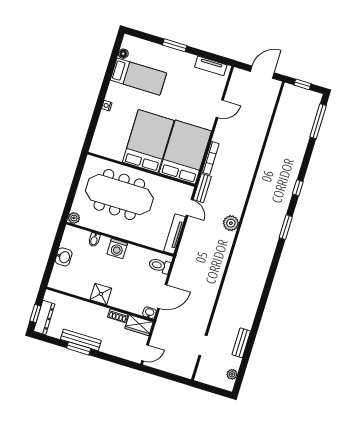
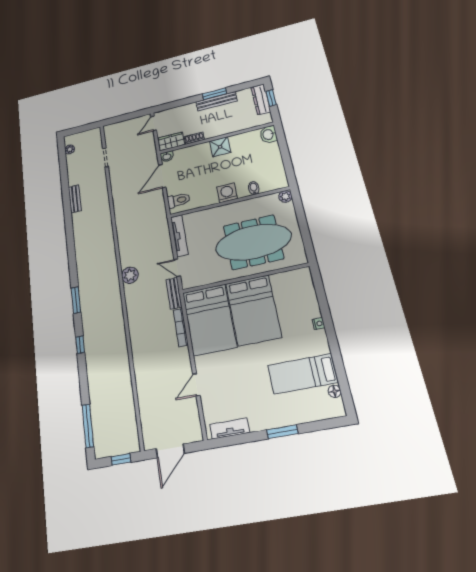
washbasin: (64, 257) -> (268, 134), moved
bench: (241, 343) -> (75, 199), moved

